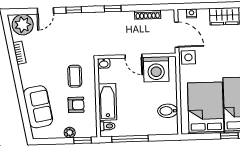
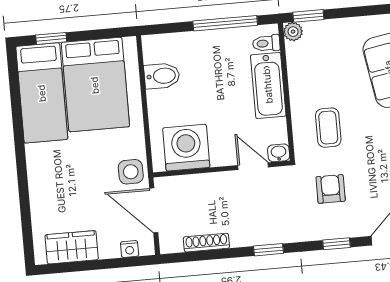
door: (133, 56) -> (253, 166), moved
armchair: (76, 105) -> (331, 189), moved, turned 90
plant: (70, 133) -> (293, 32), moved

